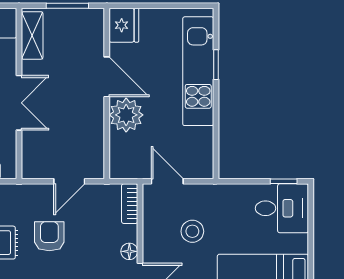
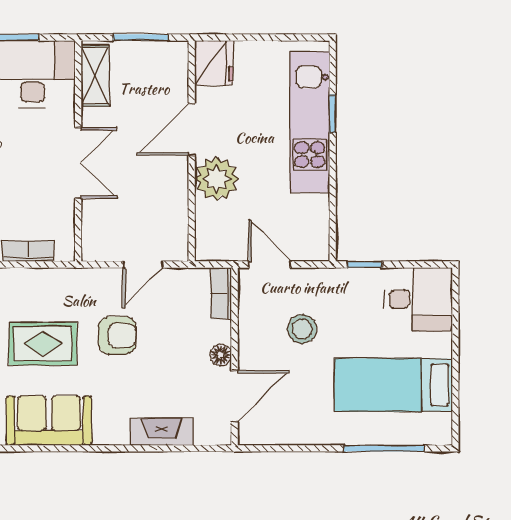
door: (107, 77) -> (192, 129), swing flipped
window: (284, 181) -> (365, 264), moved
armchair: (49, 236) -> (117, 335), turned 90

